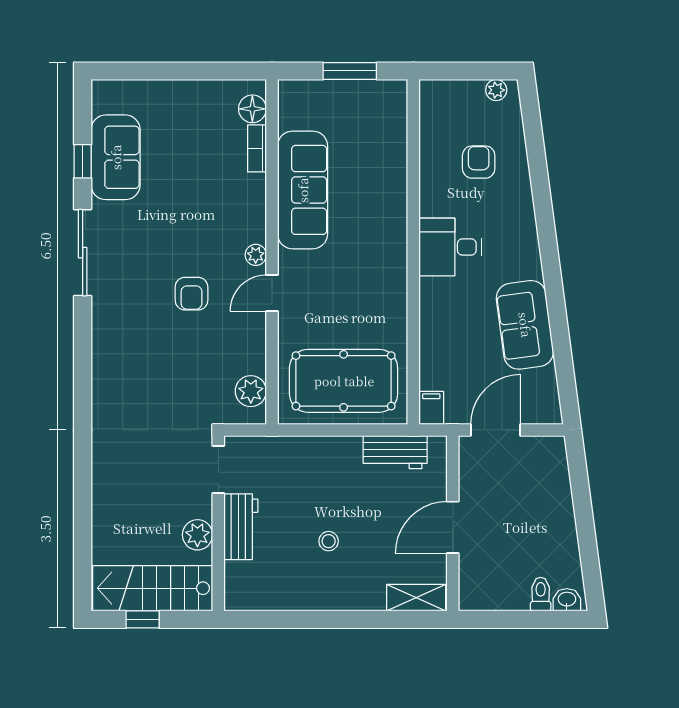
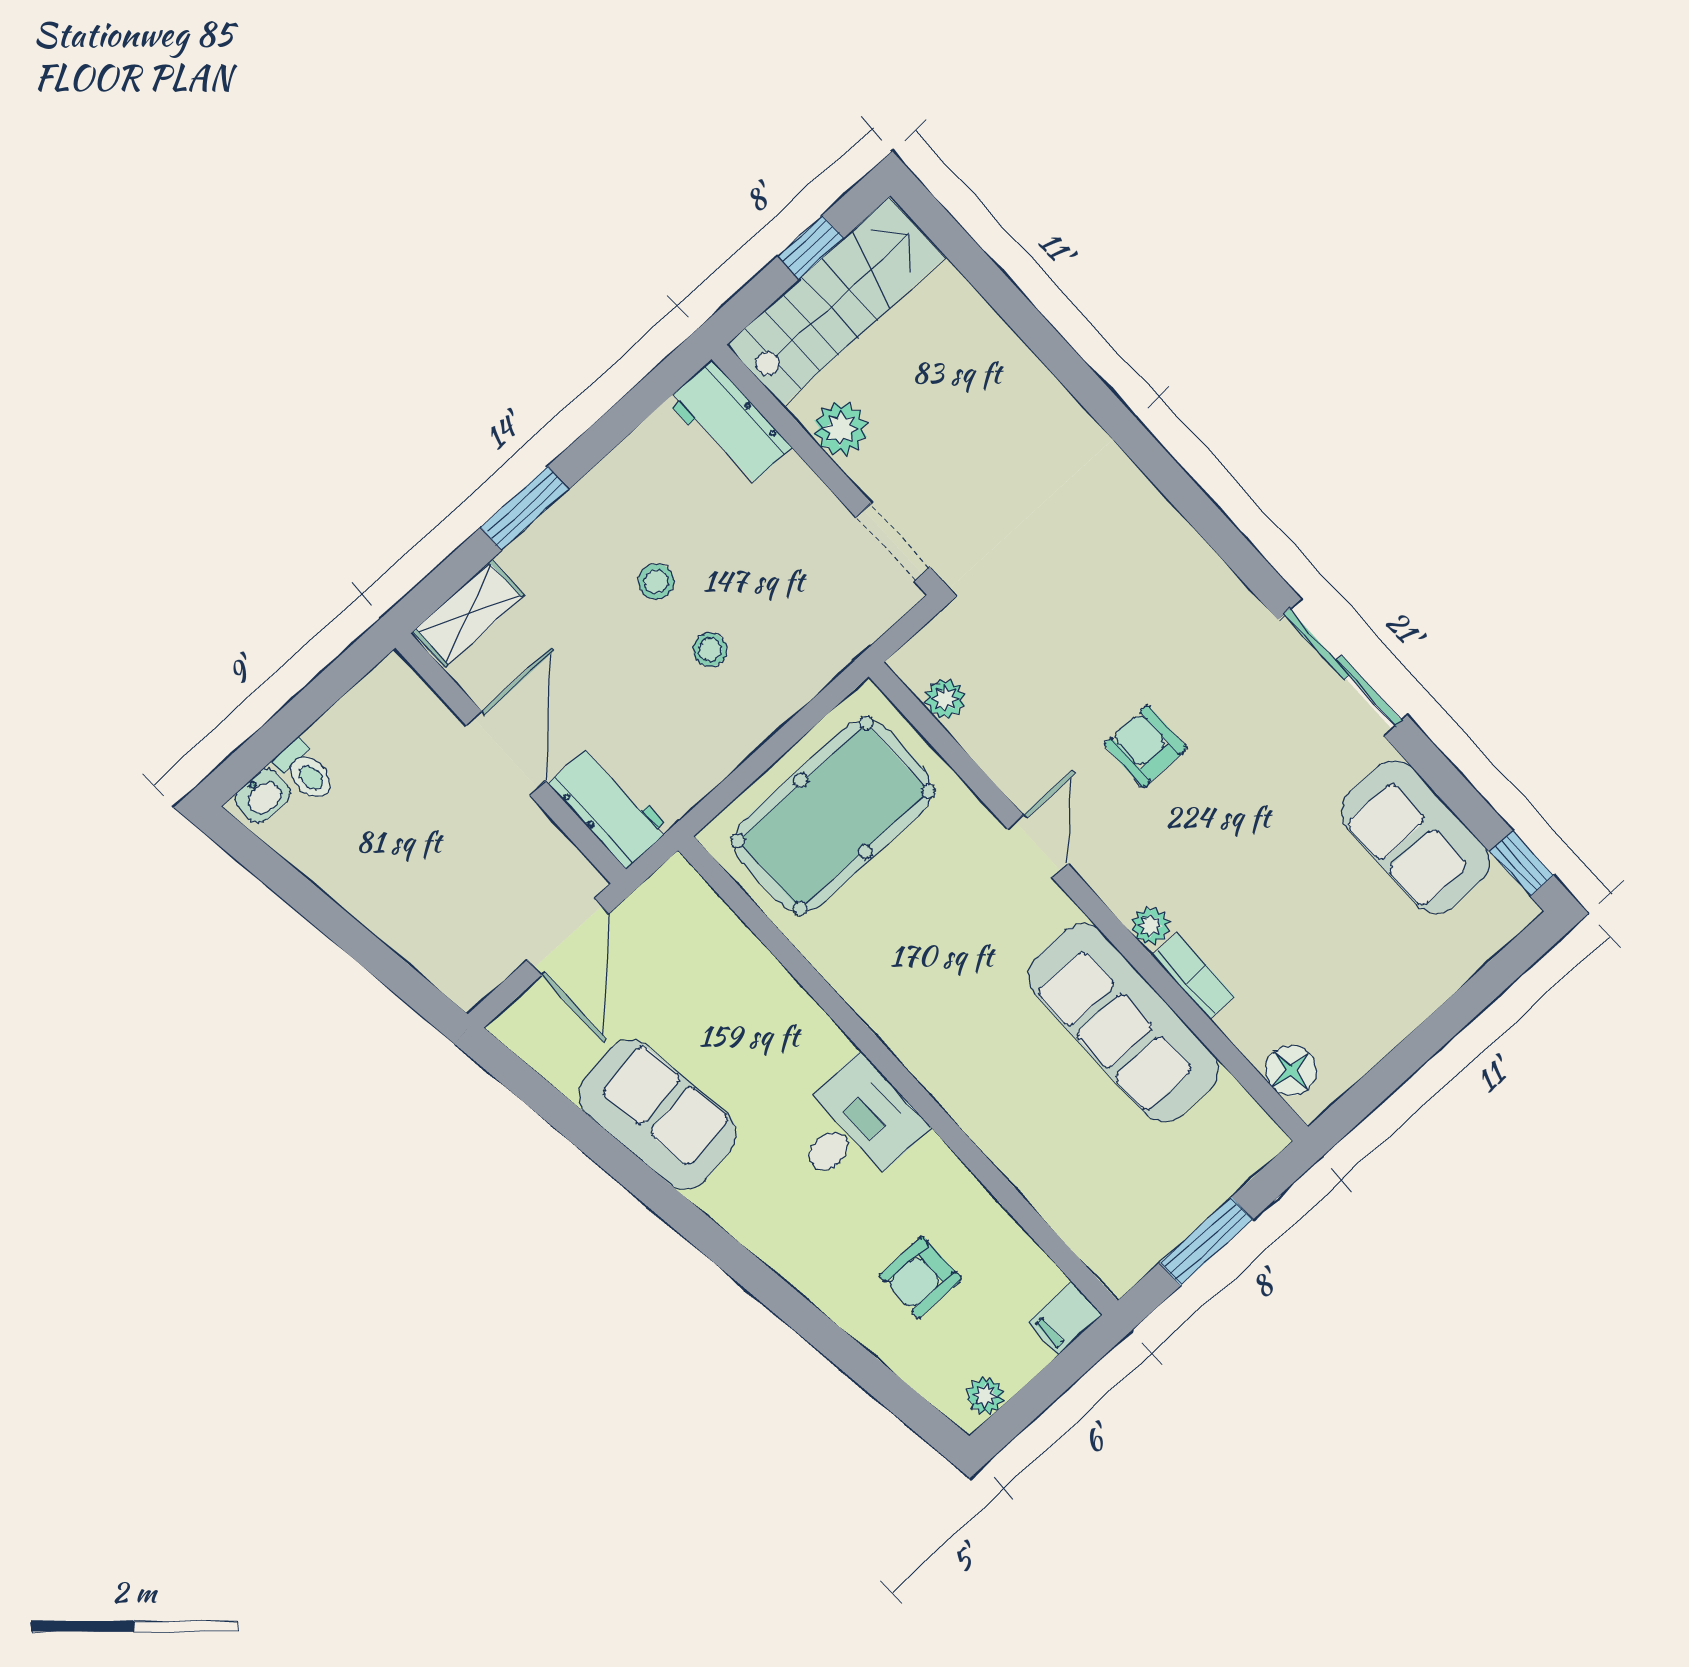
bookcase: (257, 148) -> (1193, 976), moved
window: (83, 161) -> (1521, 863), moved
armchair: (479, 162) -> (920, 1277), turned 90
plant: (256, 255) -> (1150, 926), moved
plant: (251, 391) -> (945, 699), width x0.73, depth x0.73
filing cabinet: (431, 408) -> (1065, 1318), moved, turned 90
workbench: (395, 452) -> (609, 806), moved, turned 90
stool: (332, 494) -> (710, 650), added
workbench: (241, 527) -> (729, 424), moved
window: (355, 619) -> (525, 508), added

